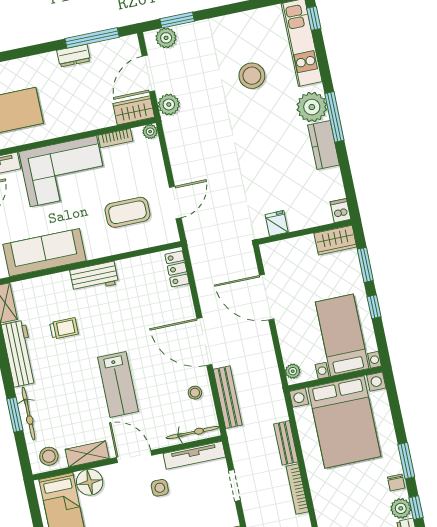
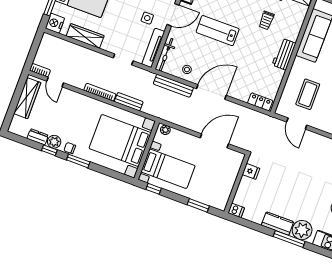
wardrobe: (335, 240) -> (222, 198), removed
window: (374, 307) -> (154, 189), moved

